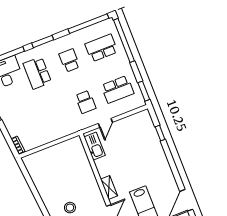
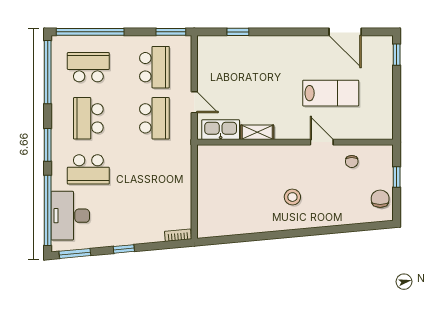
school desk: (101, 48) -> (88, 67), turned 90
school desk: (69, 60) -> (88, 118), width x1.85
school desk: (86, 102) -> (154, 118), width x1.85
shelving: (109, 188) -> (257, 132), moved

